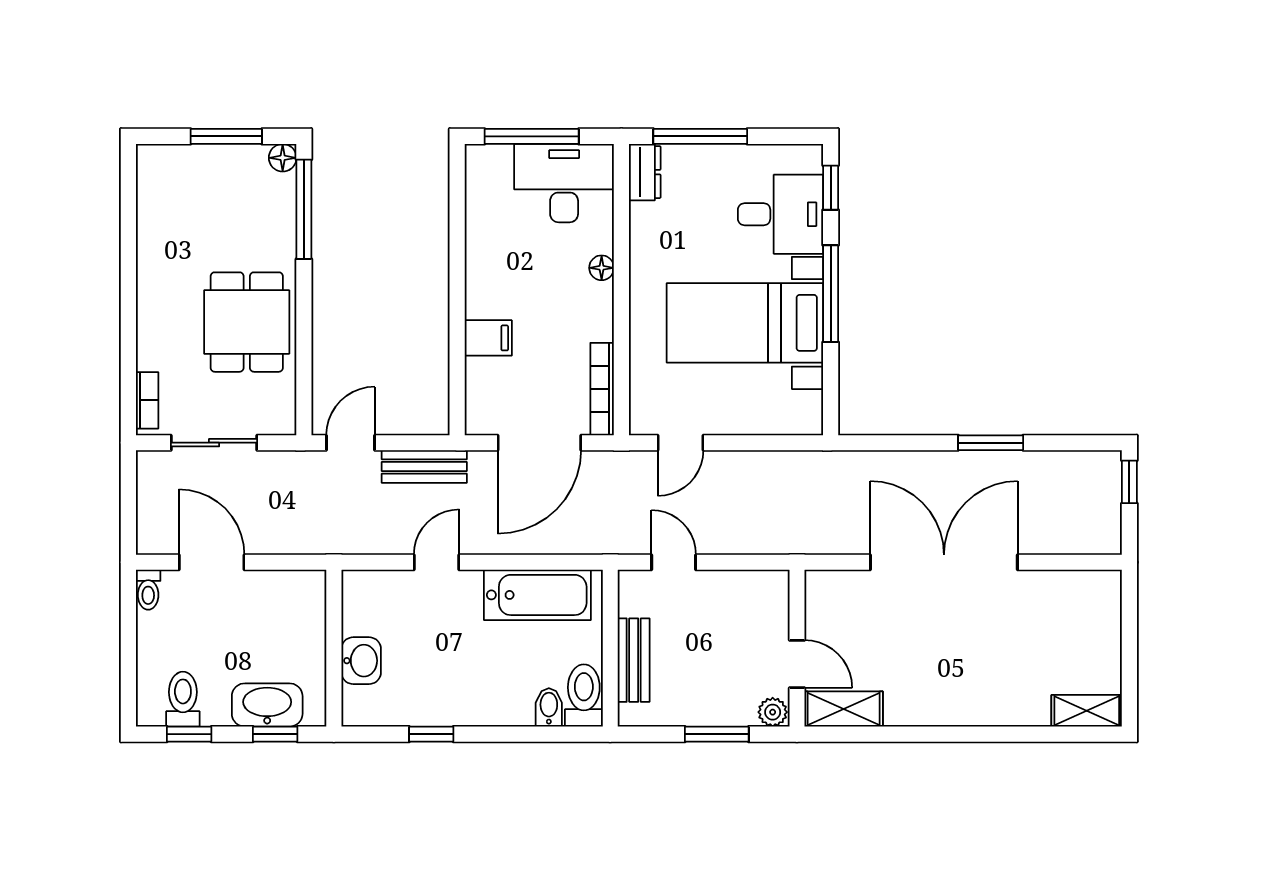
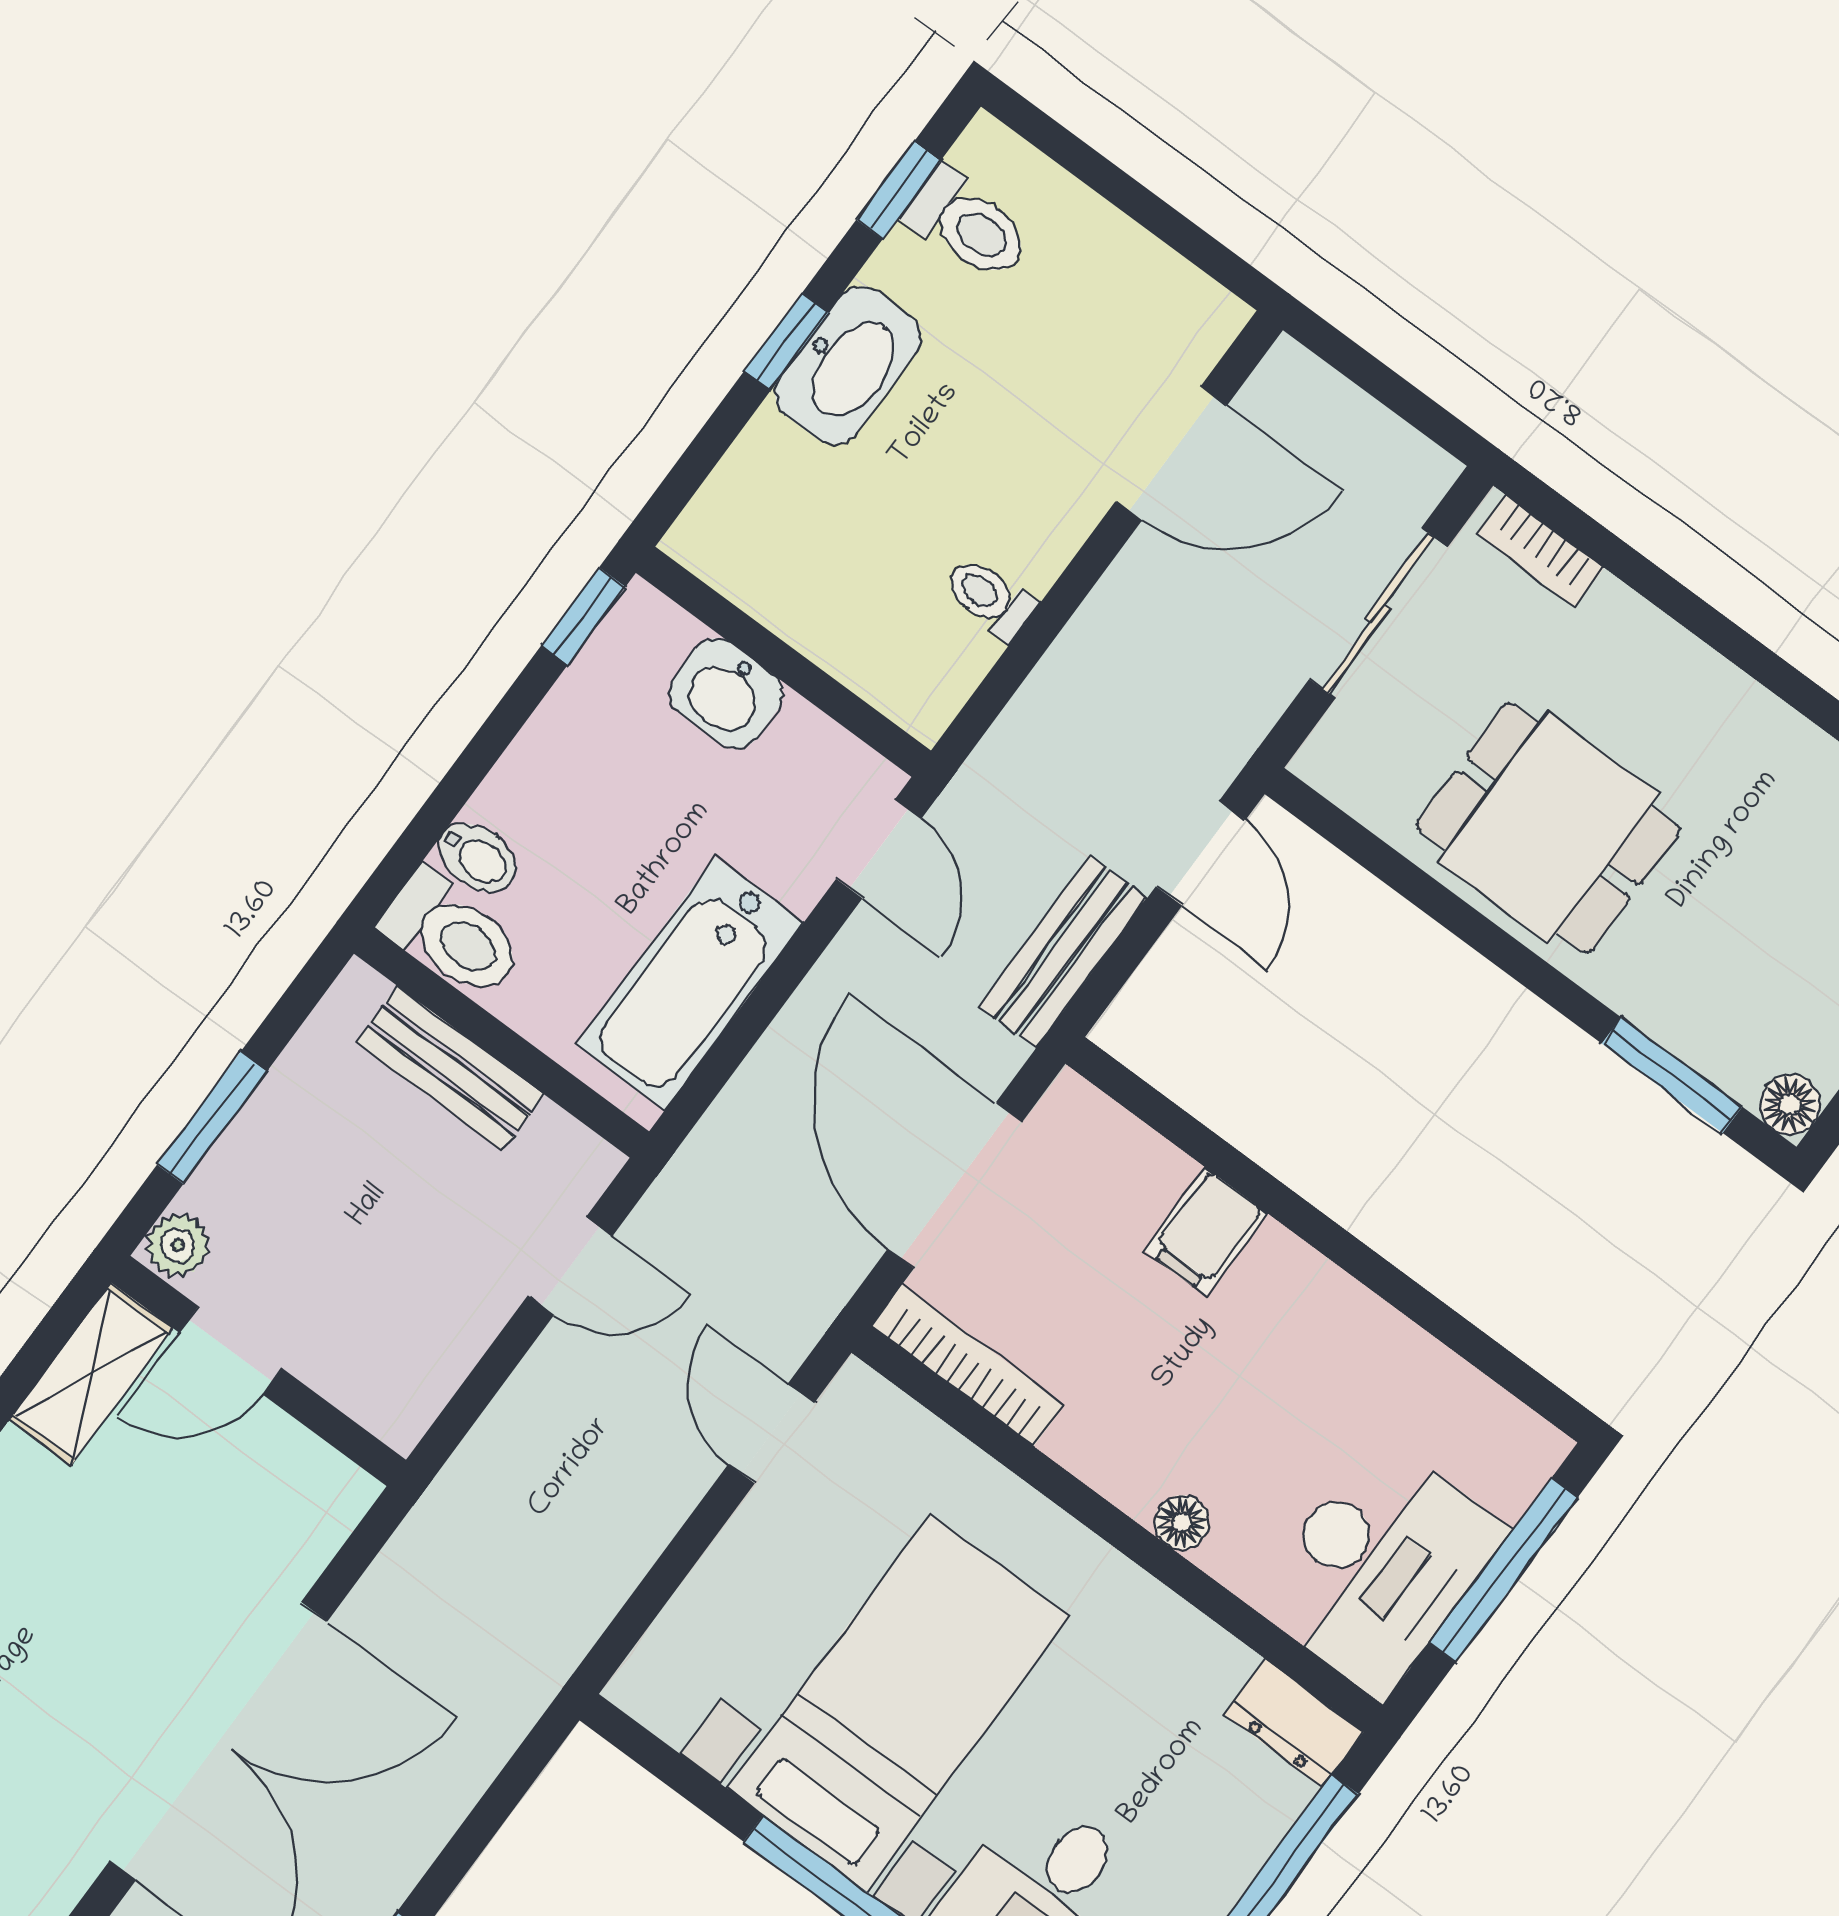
window: (304, 209) -> (1672, 1075), width x0.69
toilet: (148, 590) -> (990, 598), moved
wall: (334, 648) -> (783, 662), moved
washbasin: (361, 661) -> (726, 693), moved

